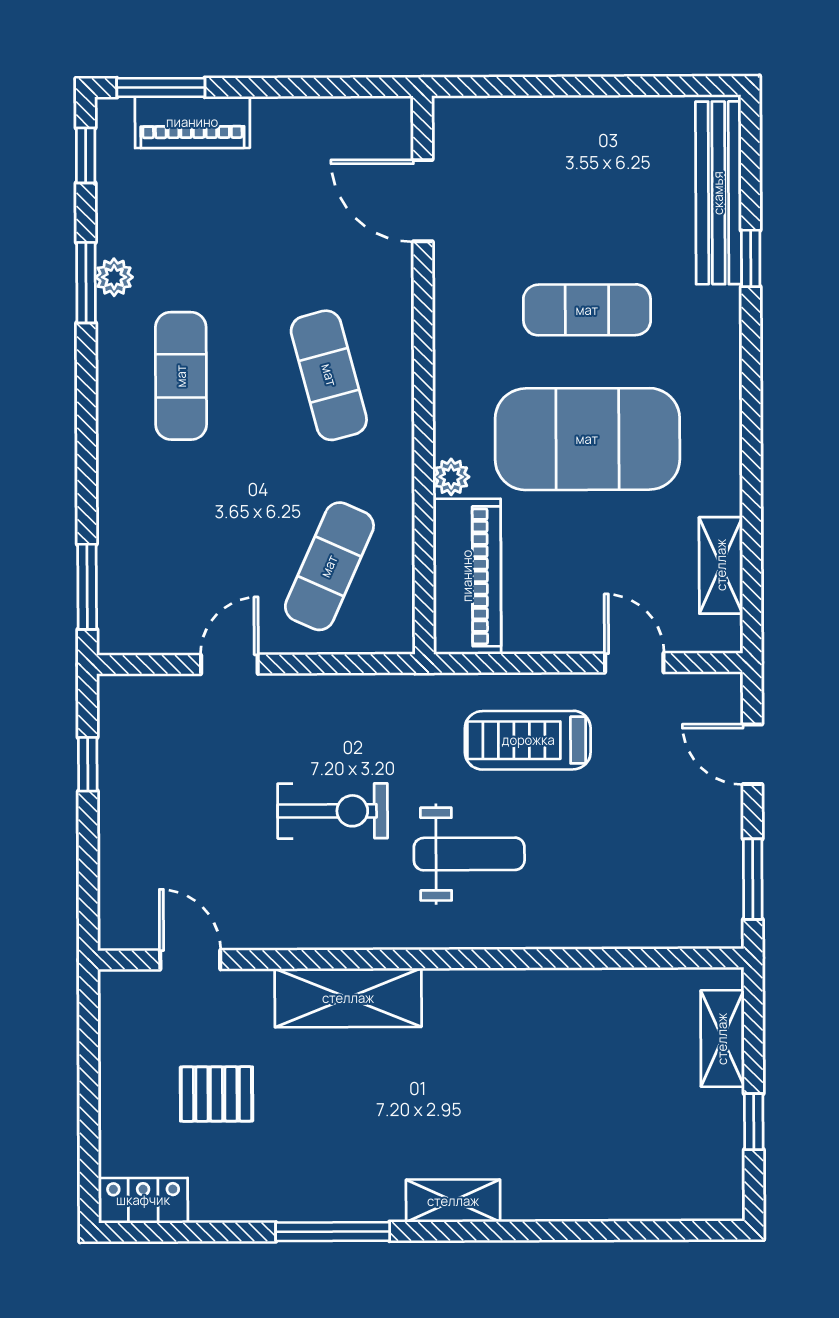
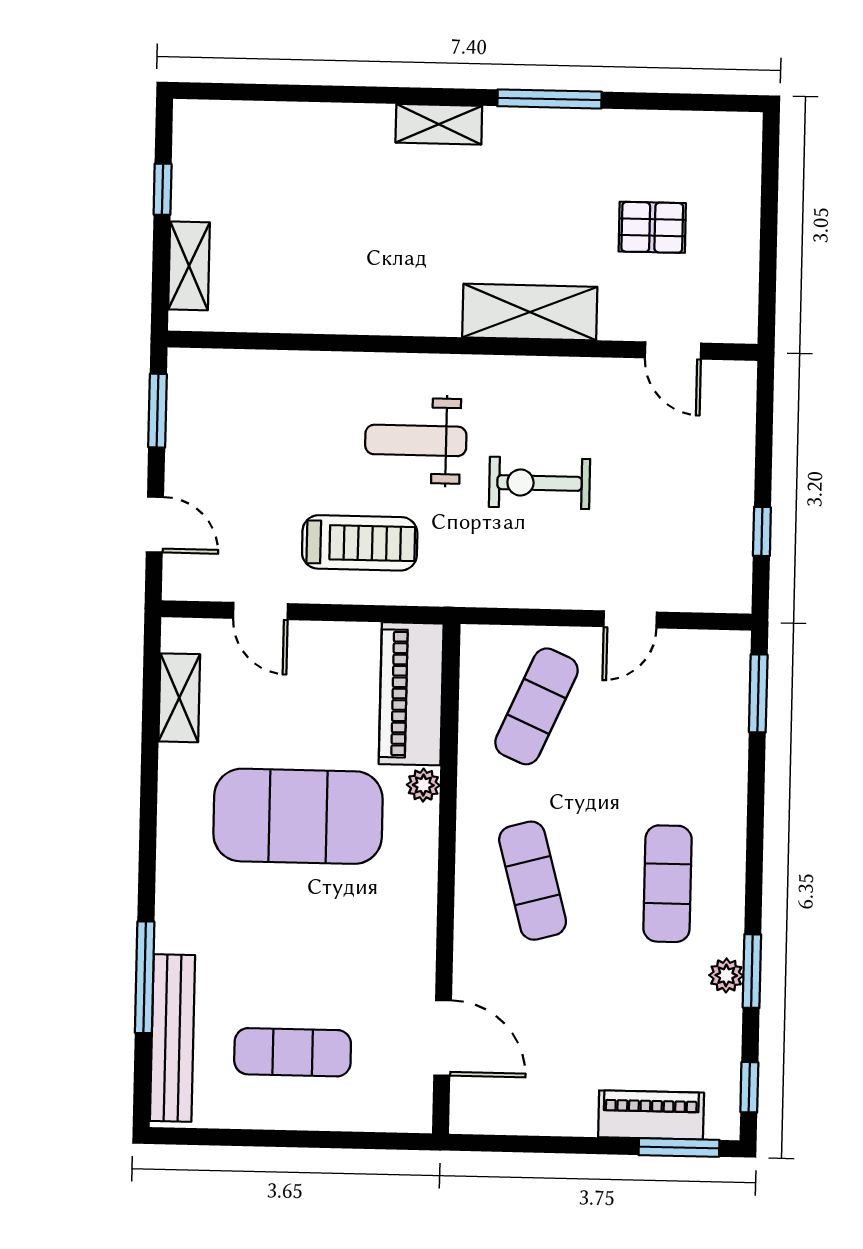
window: (751, 258) -> (145, 977), width x2.17
exercise mat: (587, 310) -> (293, 1052), moved
locker: (143, 1200) -> (722, 132), removed

